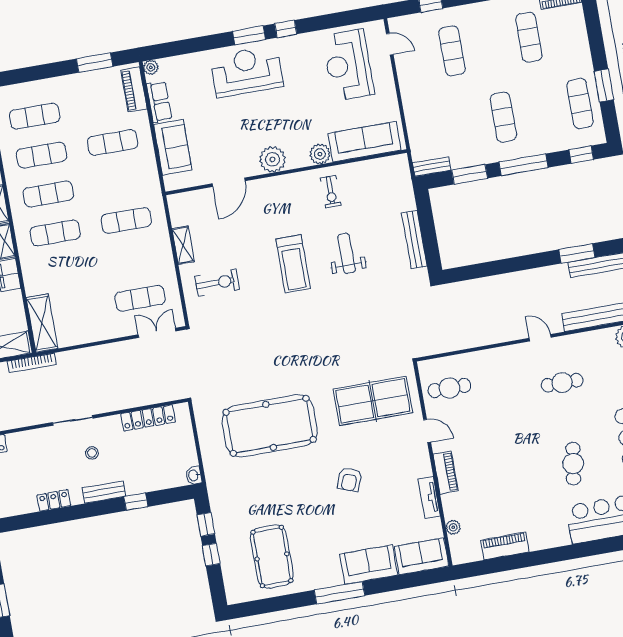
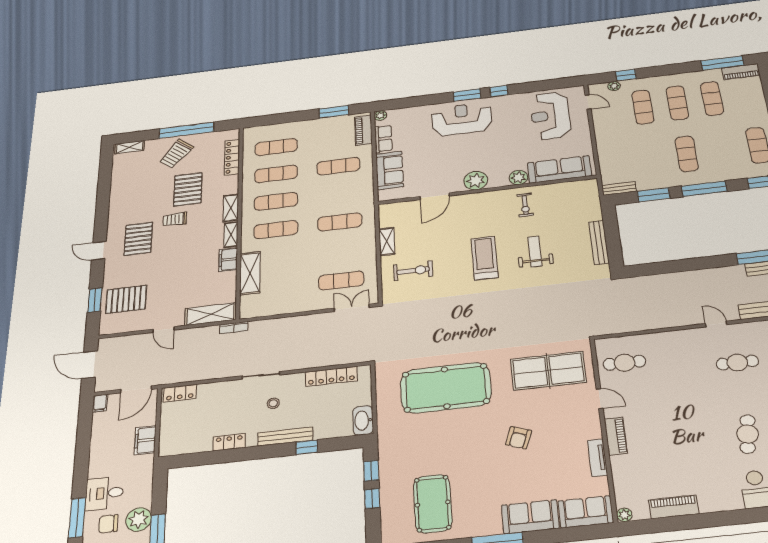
plant: (418, 20) -> (614, 86), added
exercise mat: (490, 44) -> (677, 103), added
treadmill: (293, 264) -> (484, 258), turned 180
shelving: (42, 323) -> (250, 273), moved
bookcase: (32, 363) -> (234, 328), width x0.64
washbasin: (194, 475) -> (363, 420), width x1.91, depth x1.45
bench: (104, 492) -> (285, 436), width x1.36
plant: (453, 527) -> (624, 515), moved

